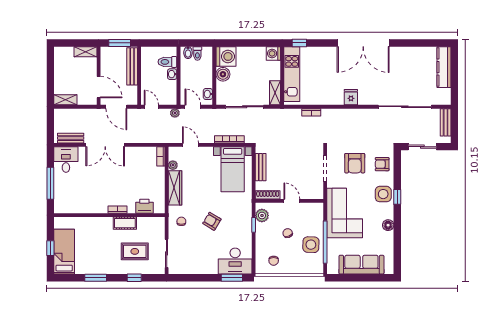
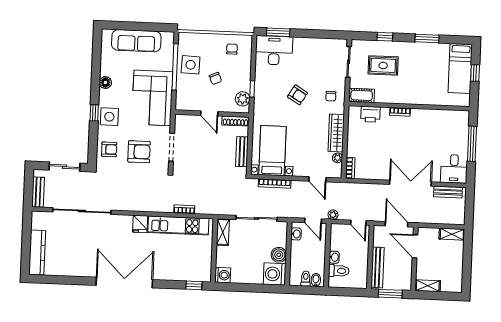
kitchen unit: (292, 74) -> (178, 226), moved, turned -90
armchair: (355, 163) -> (139, 152), turned 90
cot: (125, 223) -> (362, 95), moved

